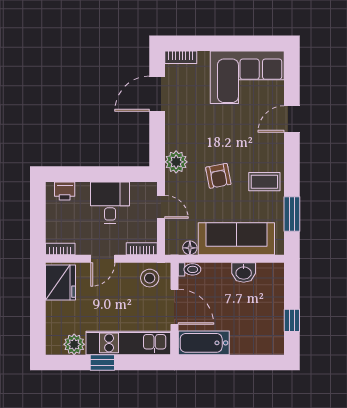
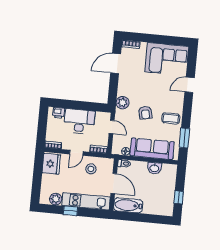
desk: (110, 203) -> (79, 121), width x1.37
stool: (150, 278) -> (91, 169), moved

